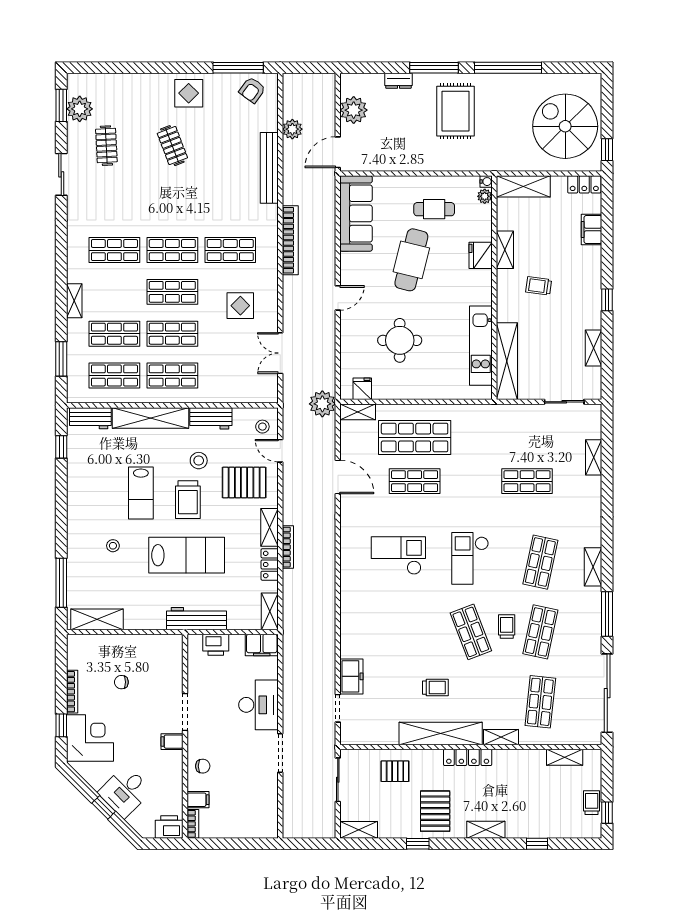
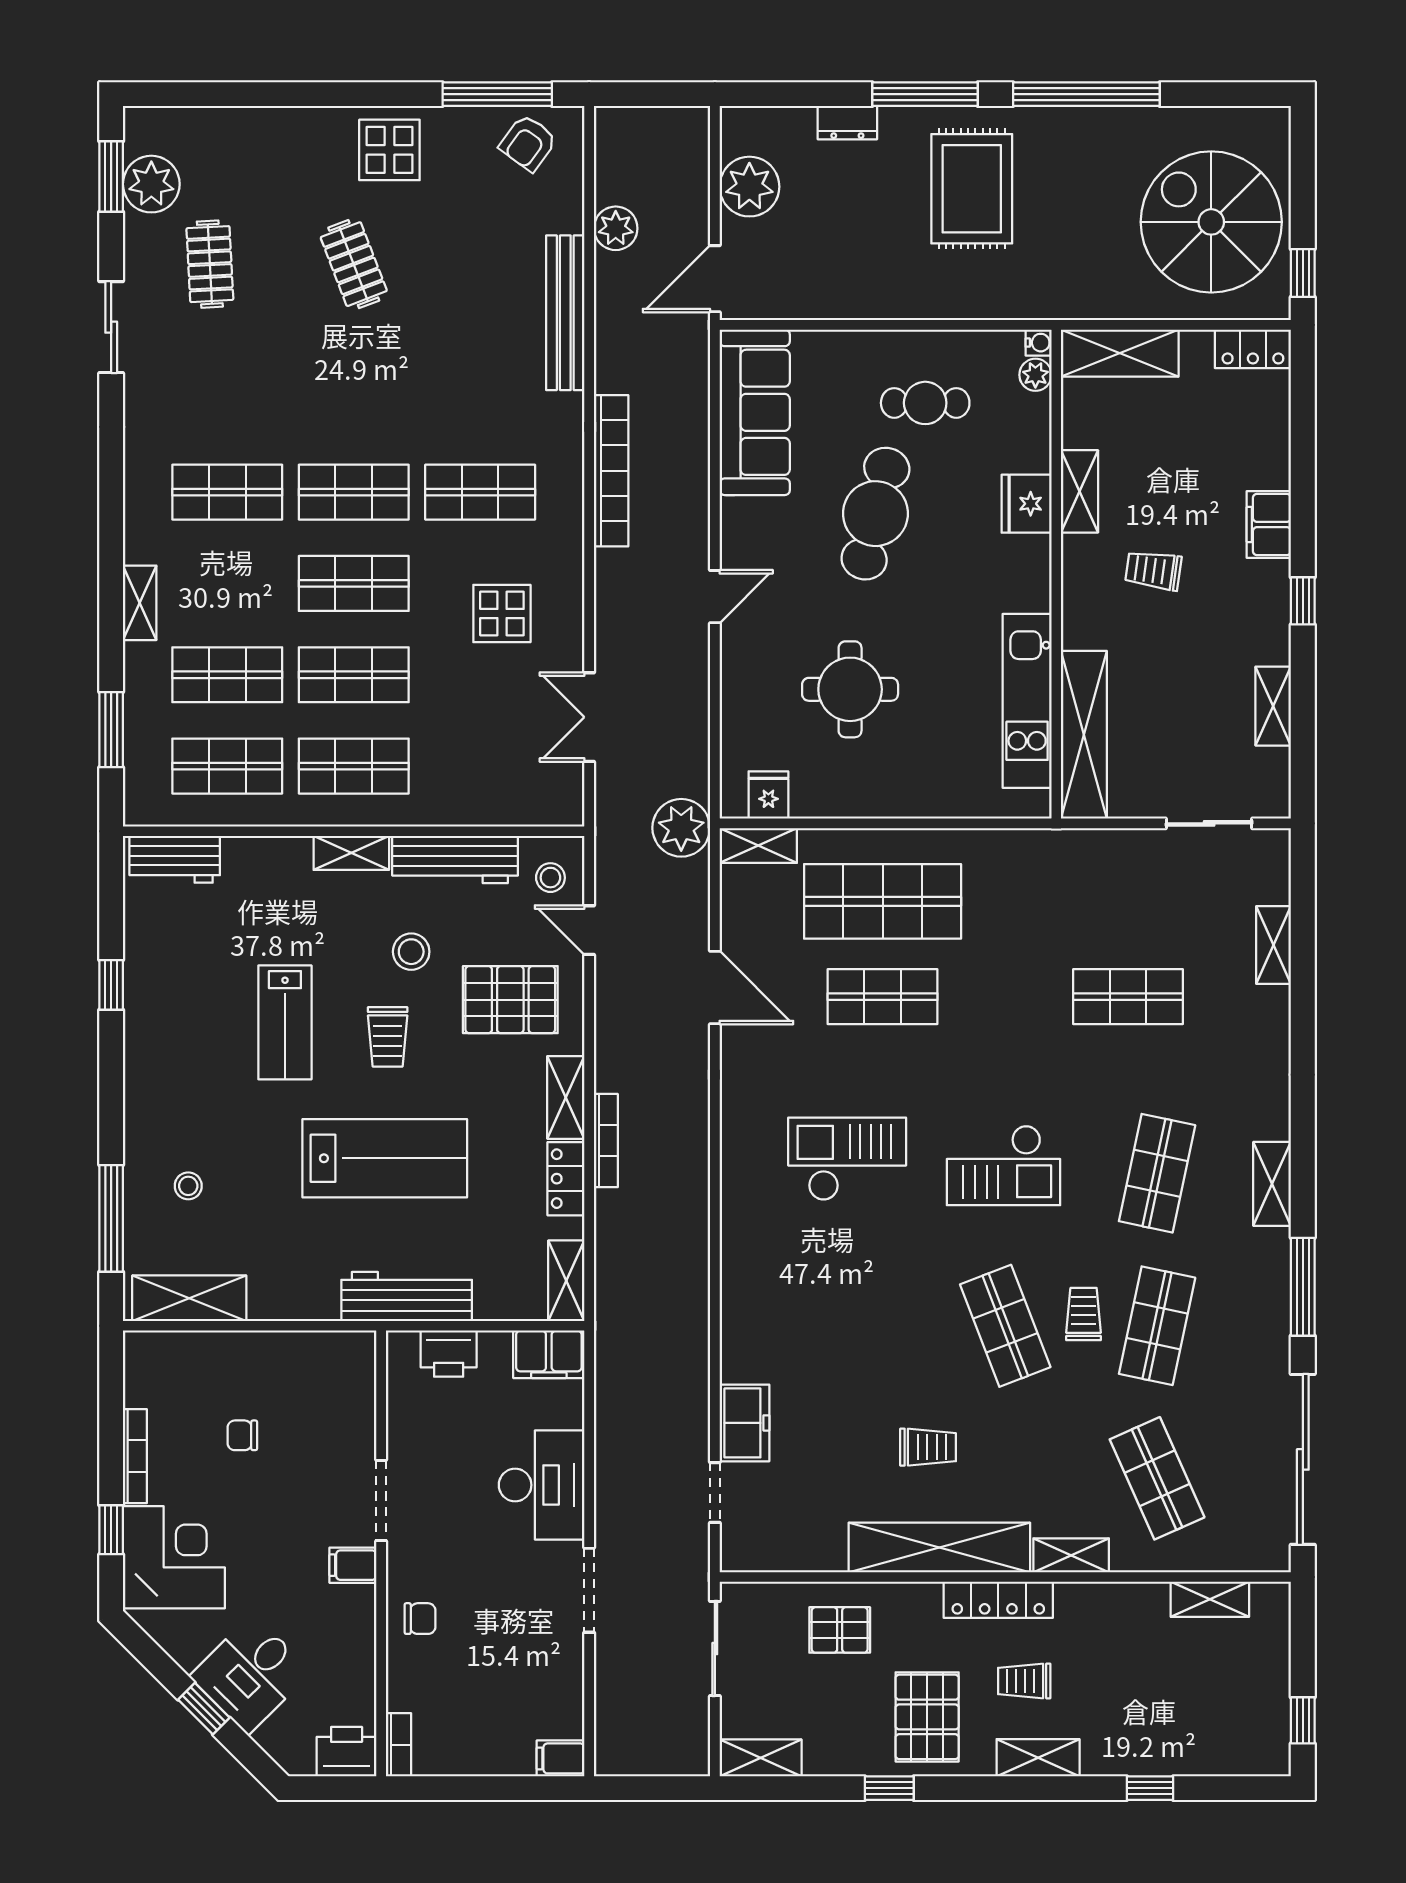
filing cabinet: (592, 229) -> (1269, 524), moved
shelving: (151, 418) -> (351, 853), width x0.45, depth x0.75
workbench: (211, 418) -> (455, 860), width x1.38
window: (61, 447) -> (111, 985), moved
trolley: (188, 500) -> (388, 1037), width x0.73, depth x0.72
stool: (113, 546) -> (188, 1186), moved
checkout: (470, 558) -> (1003, 1165), turned -90
shop shelf: (540, 702) -> (1157, 1478), turned -30
filing cabinet: (198, 800) -> (561, 1758), moved, turned 180
trolley: (592, 803) -> (1024, 1681), moved, turned -90

